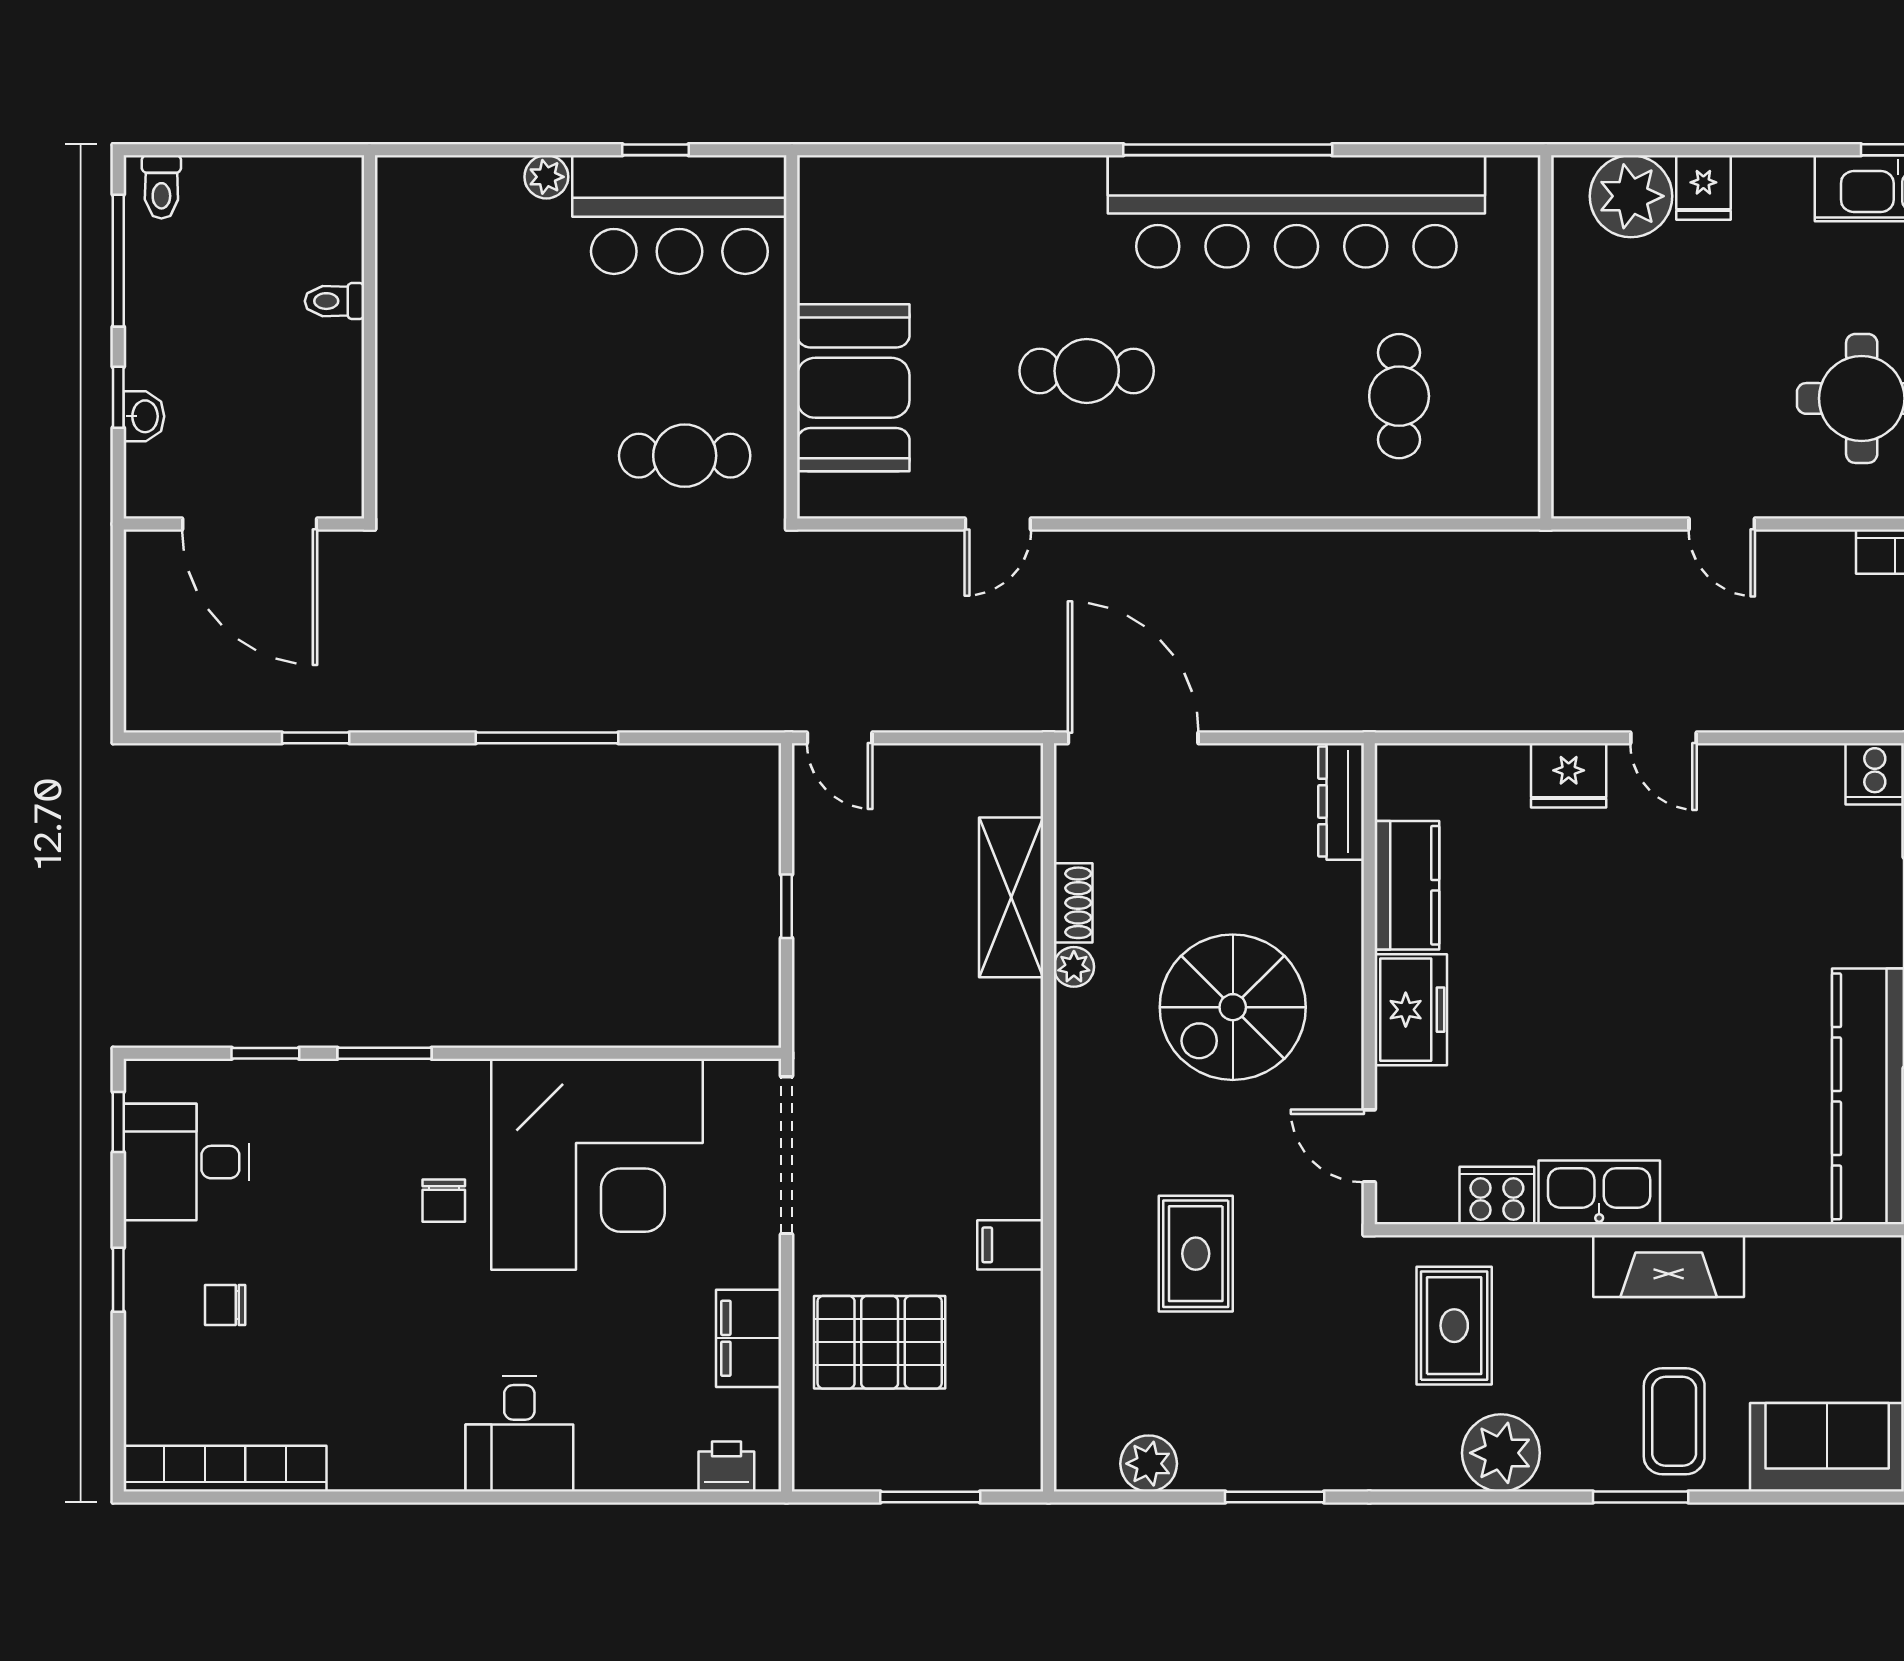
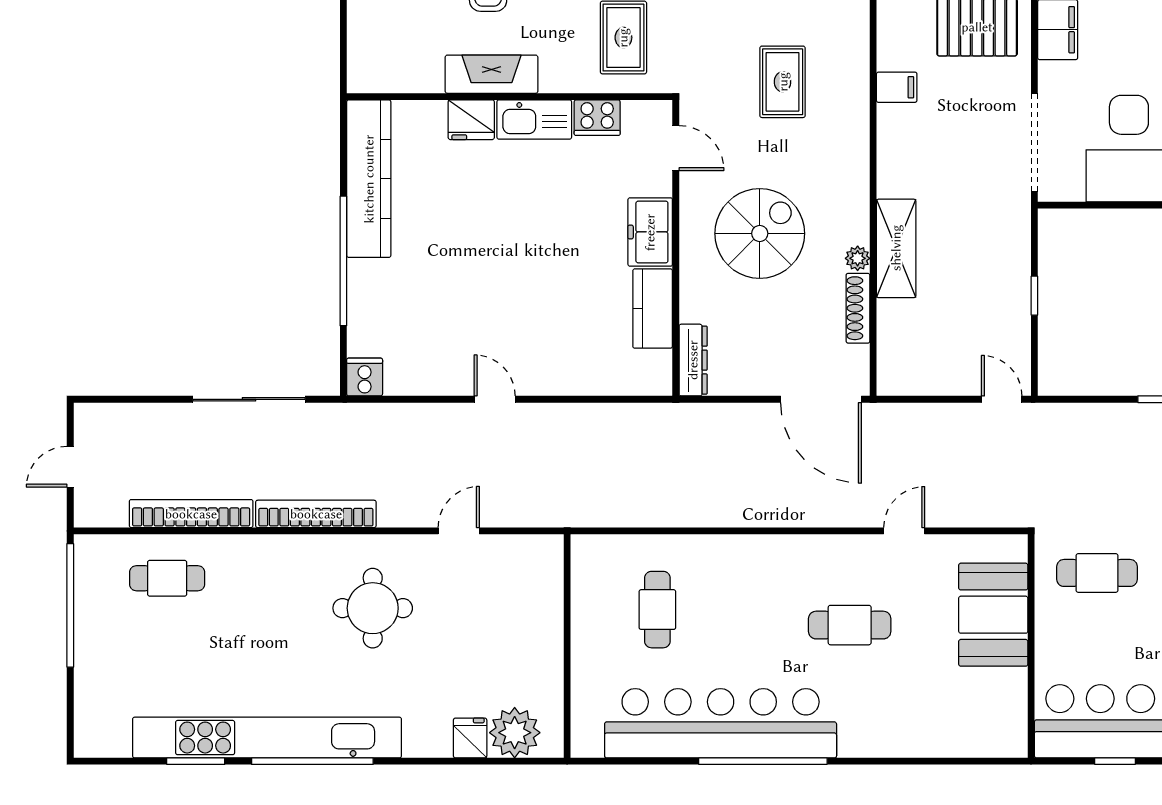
door: (1722, 524) -> (459, 531), hinge flipped
fridge: (1569, 775) -> (471, 120), moved, turned 180
shelving: (1011, 897) -> (896, 248), moved
shoe rack: (1073, 903) -> (858, 308), width x1.43

